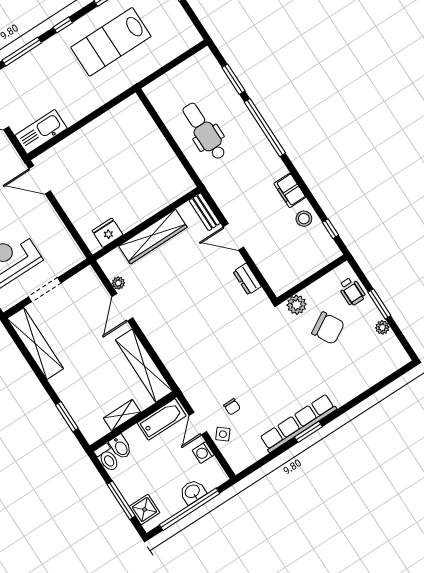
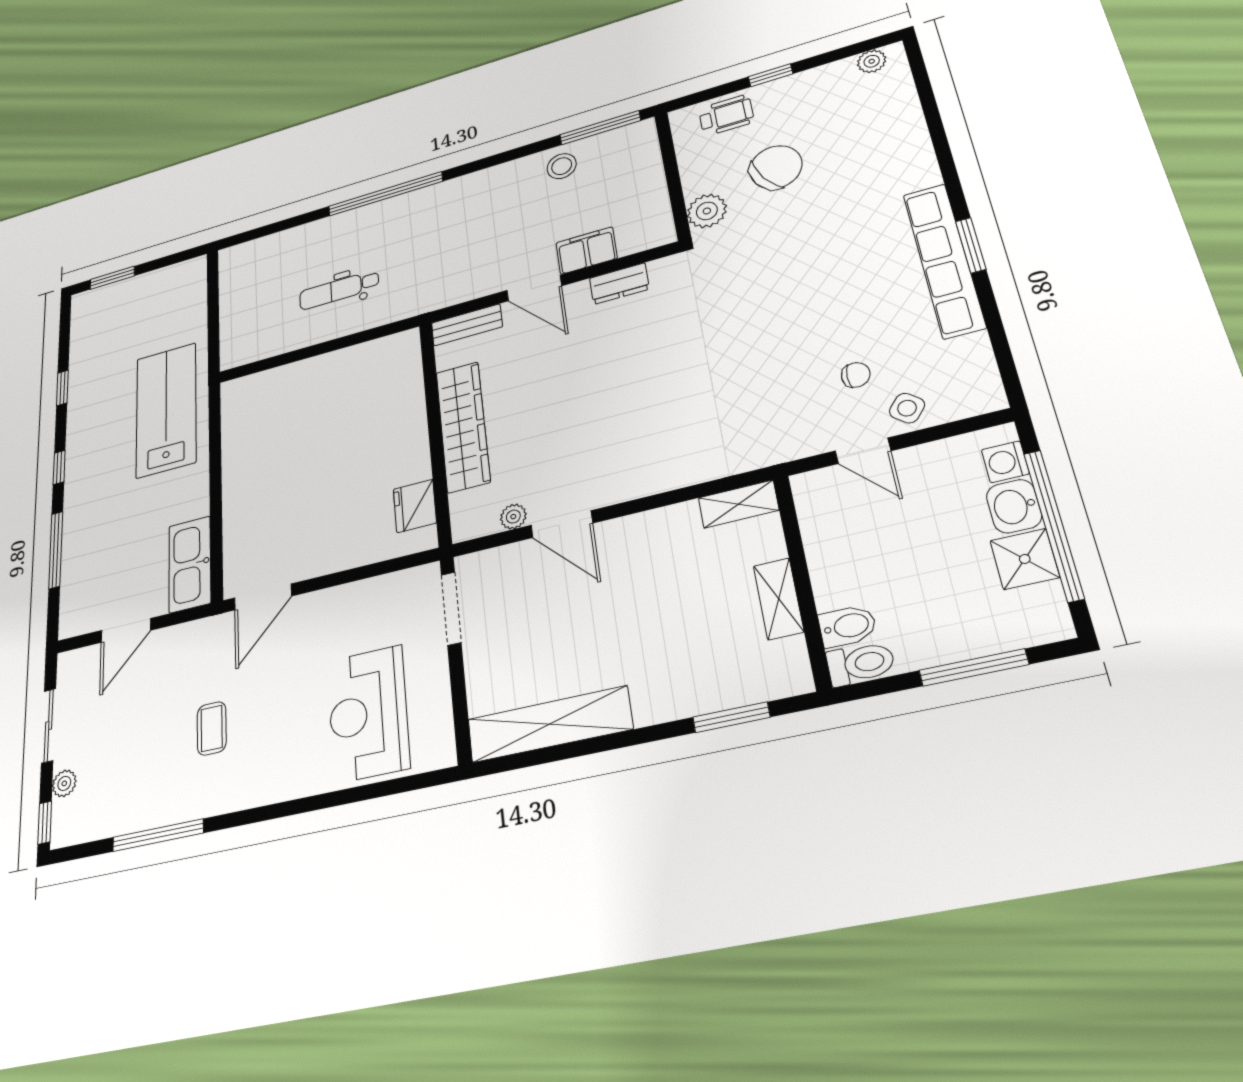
lab bench: (111, 42) -> (166, 410), moved, turned 180
window: (233, 79) -> (288, 224), removed
dental chair: (204, 131) -> (339, 290), width x0.73, depth x0.72
filing cabinet: (290, 190) -> (587, 251), moved, turned 180
window: (331, 229) -> (600, 128), width x2.17
door: (233, 237) -> (534, 288), hinge flipped
doorway: (45, 290) -> (451, 609), moved
window: (379, 304) -> (771, 75), width x0.67
plant: (382, 327) -> (872, 61), moved
shelving: (144, 366) -> (738, 504), width x0.45, depth x0.75
bathtub: (162, 419) -> (823, 521), removed
washing machine: (203, 453) -> (1005, 462), moved, turned 90
shower: (145, 509) -> (1025, 559), moved

